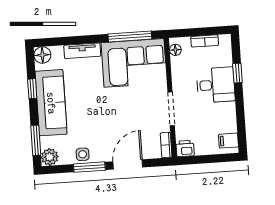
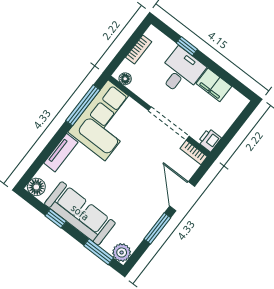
doorway: (171, 109) -> (169, 123), width x1.36
filing cabinet: (229, 141) -> (214, 85), moved, width x2.00
side table: (83, 154) -> (143, 225), removed

